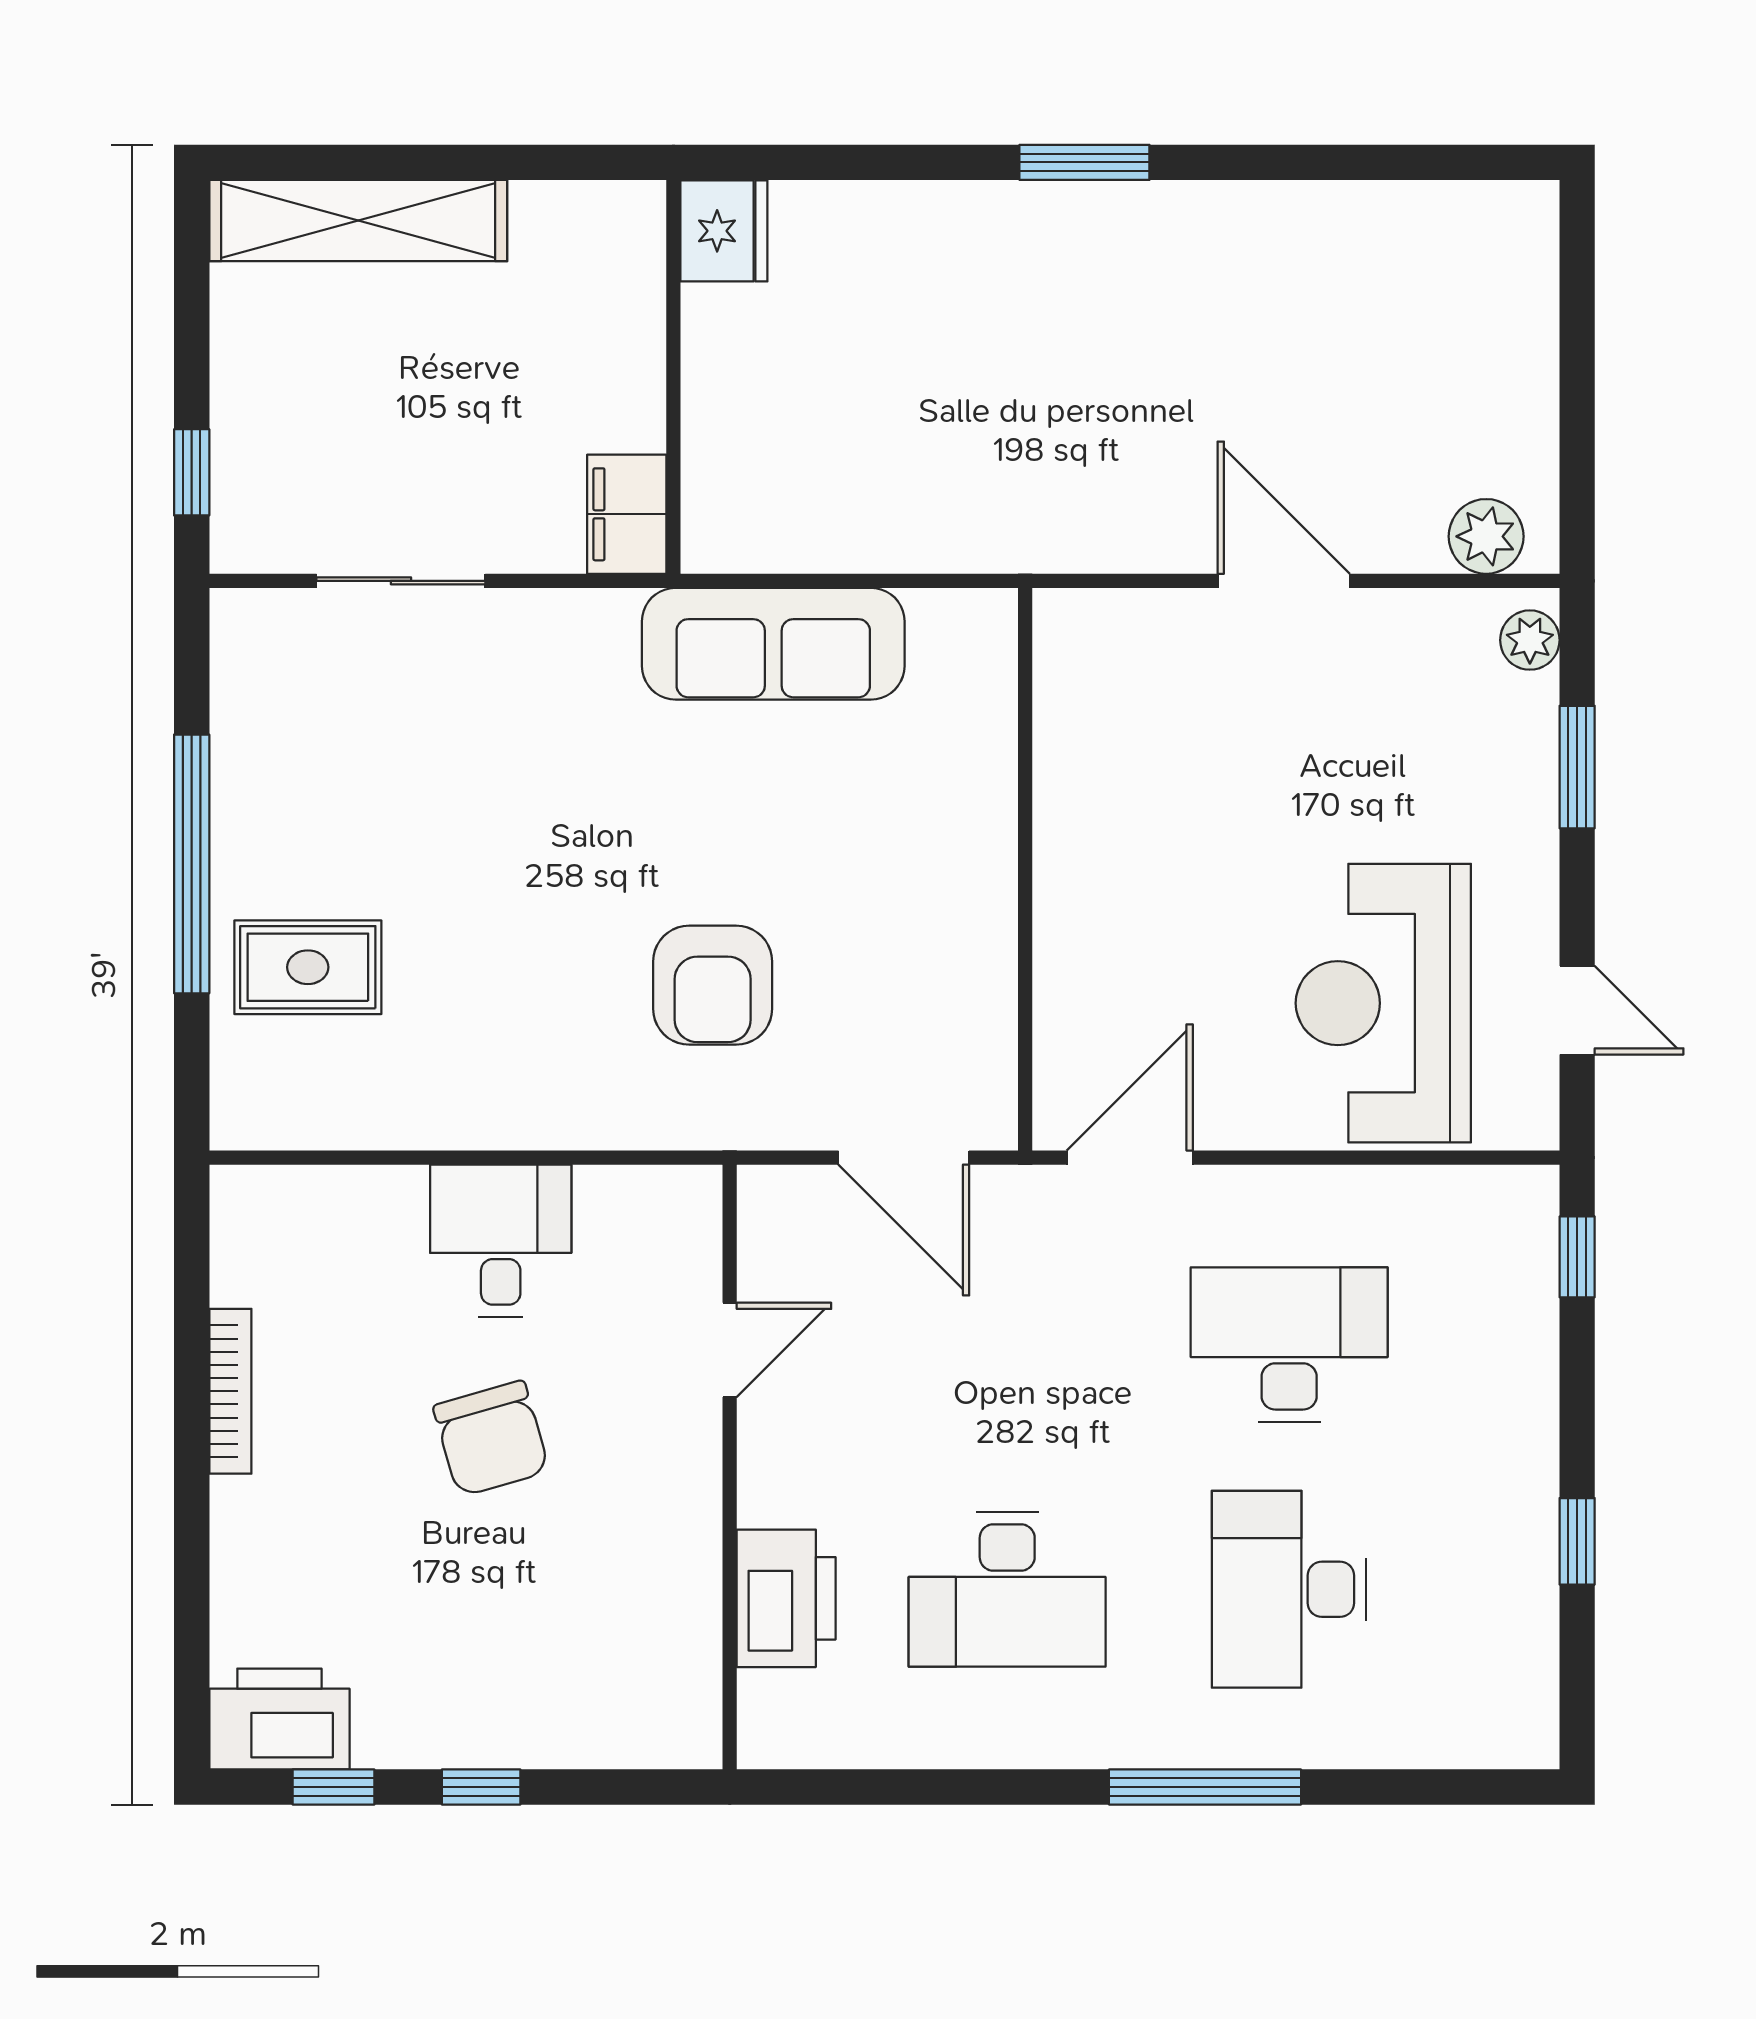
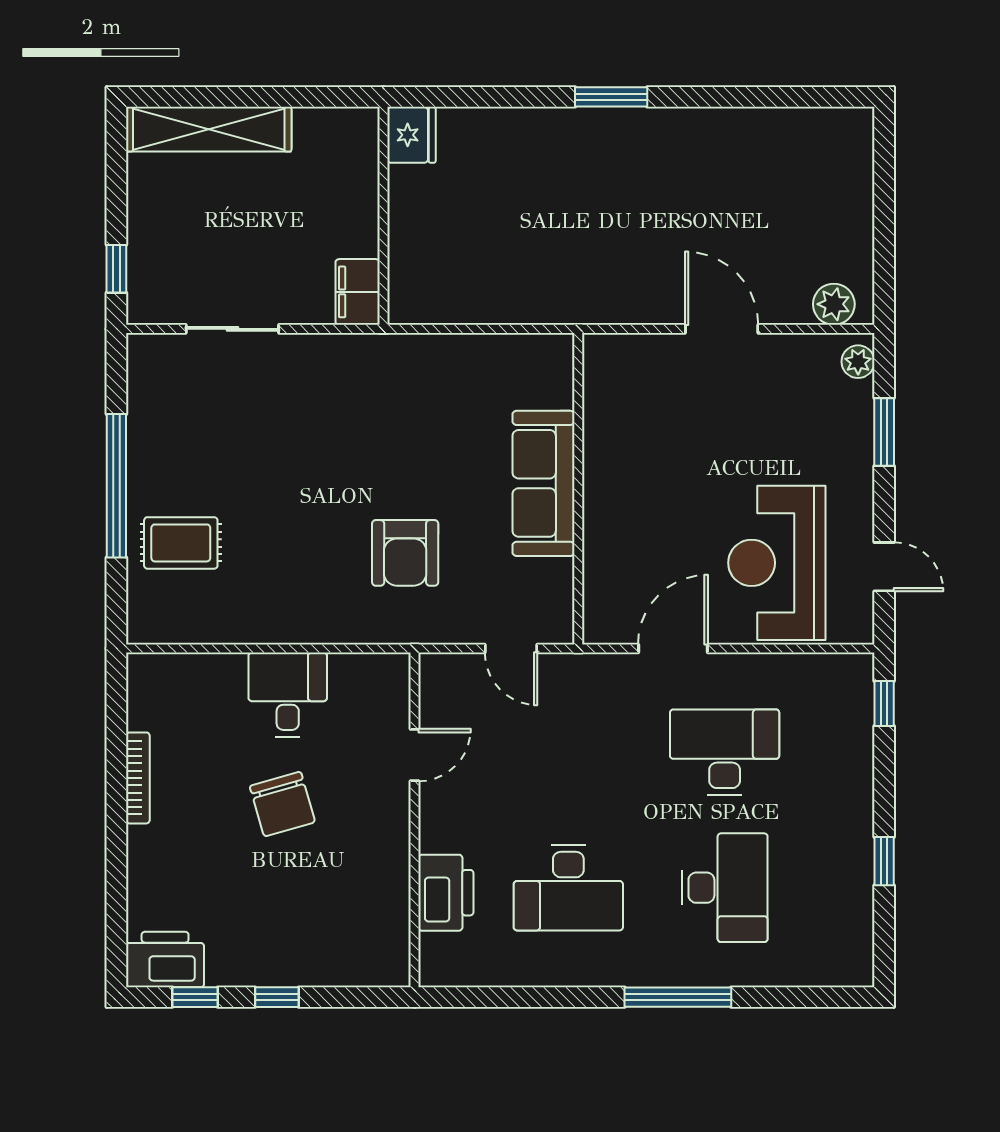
sofa: (773, 644) -> (543, 483), moved, turned 90
door: (904, 1158) -> (511, 648), width x0.73
door: (1130, 1158) -> (673, 648), moved
desk: (1289, 1589) -> (725, 888), turned 180

